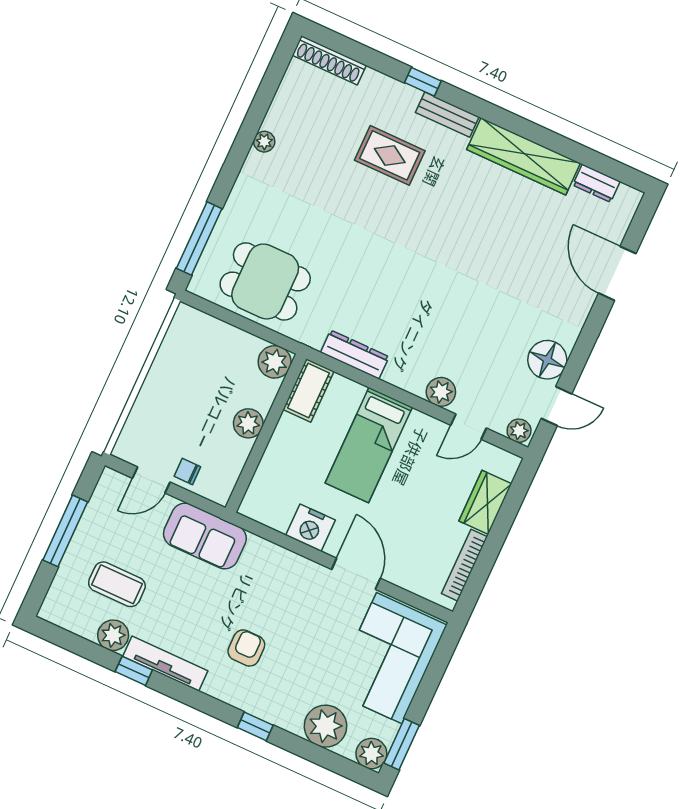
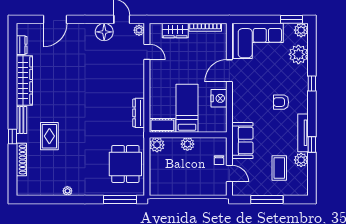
shoe rack: (329, 60) -> (21, 159), moved
plant: (441, 392) -> (138, 70), removed
bed: (369, 445) -> (187, 108), moved, turned -90

